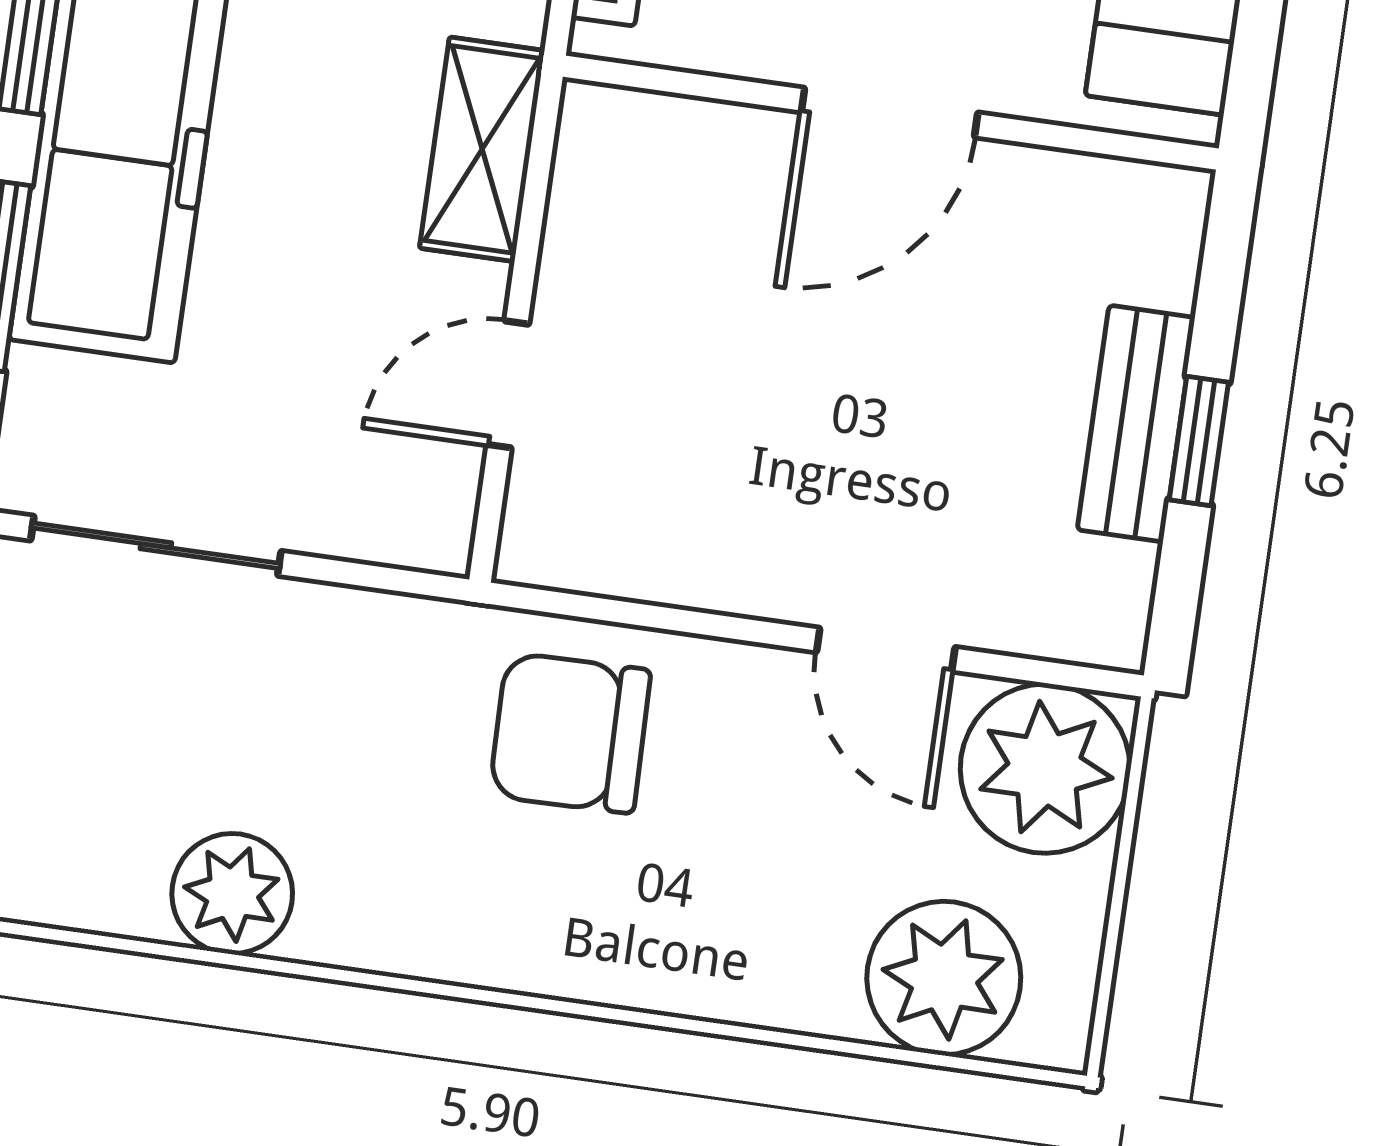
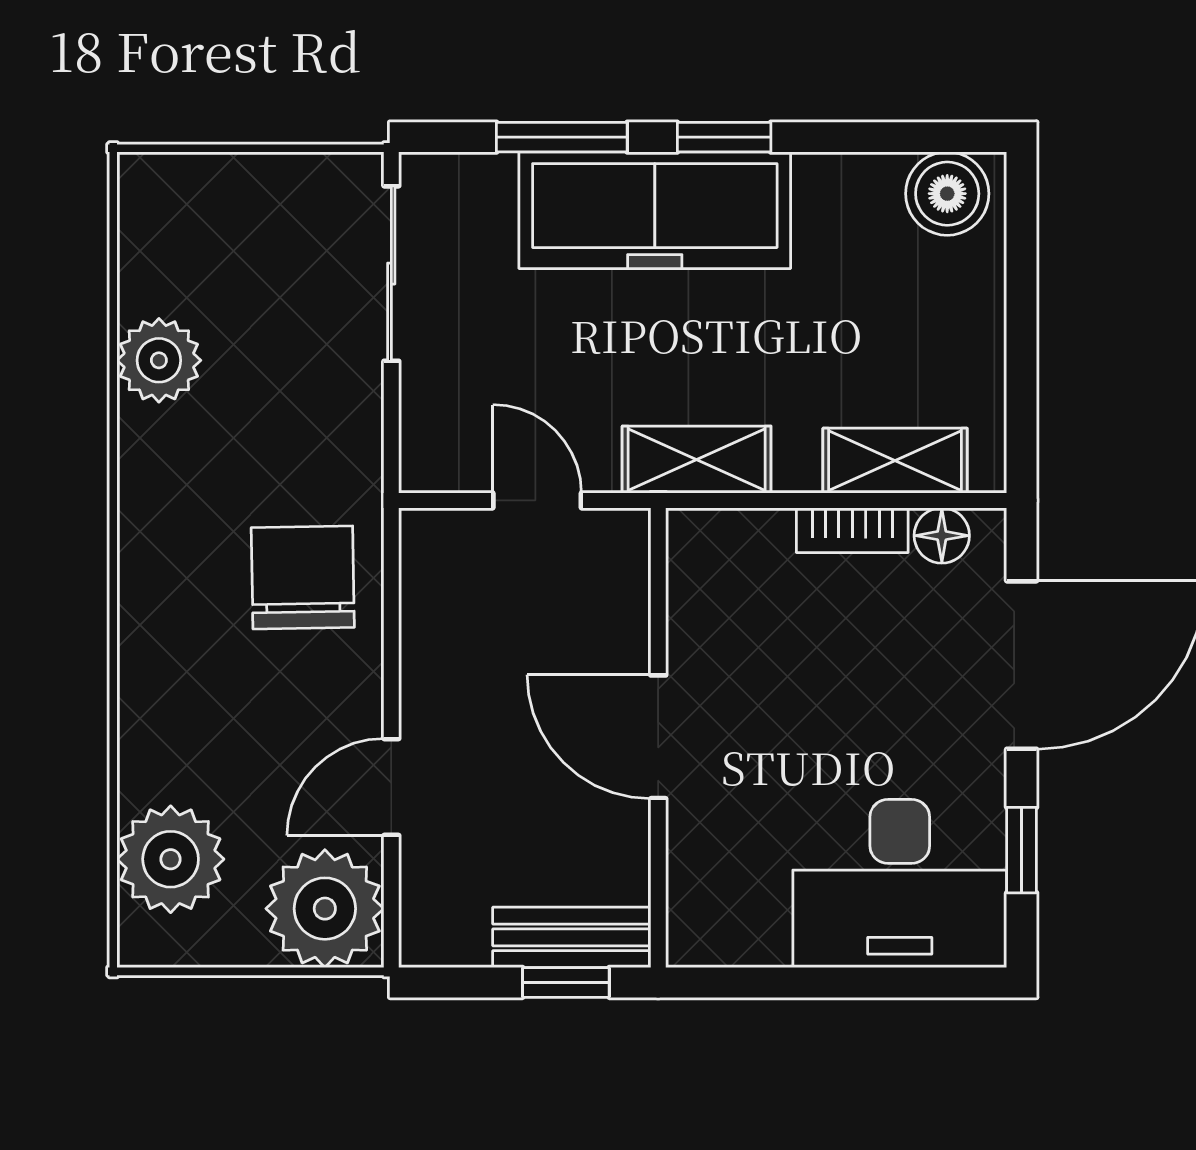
door: (890, 112) -> (658, 737), moved
wall: (891, 113) -> (658, 738), moved

